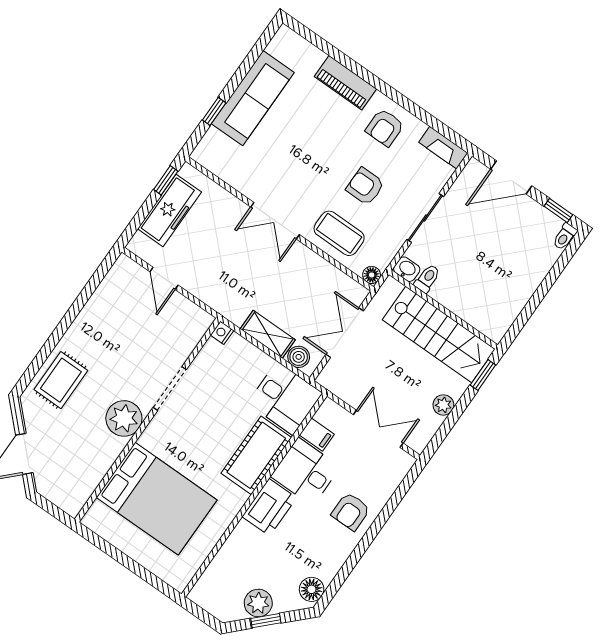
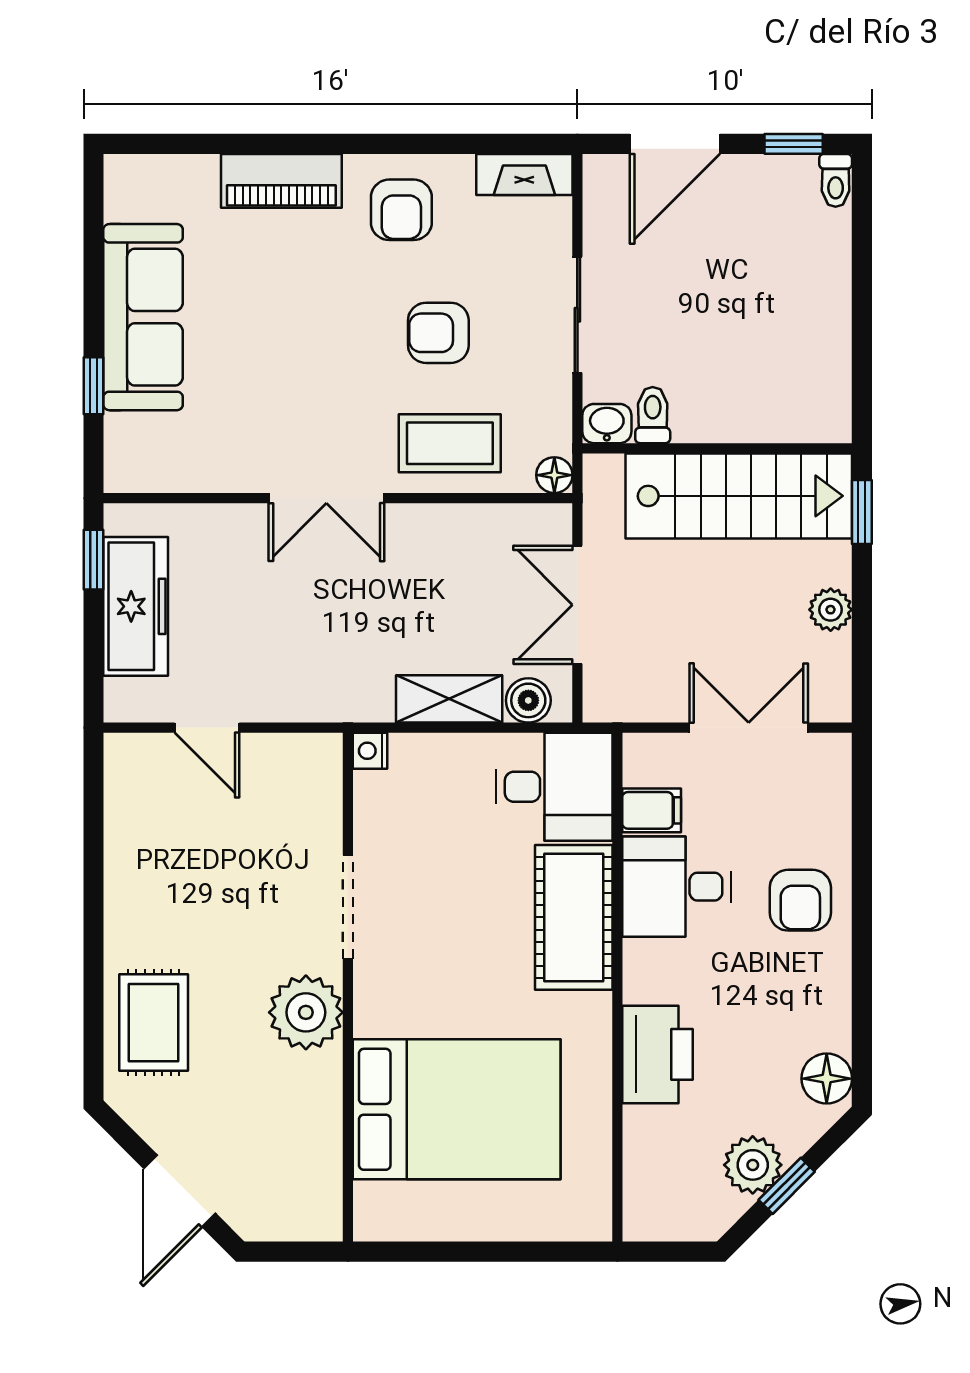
printer: (269, 507) -> (657, 1054), moved

